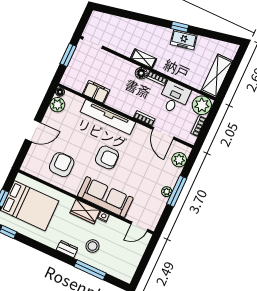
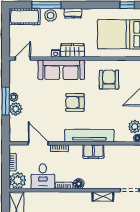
shelving: (144, 59) -> (103, 196), moved
filing cabinet: (96, 92) -> (93, 152), moved
plant: (179, 160) -> (16, 109), moved
armchair: (62, 165) -> (109, 80), turned 180
stool: (92, 246) -> (51, 15), moved
cot: (118, 268) -> (25, 17), added

